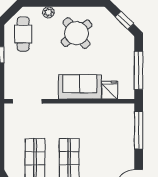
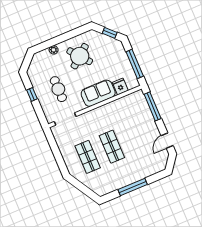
cafe table: (23, 34) -> (58, 89), moved

